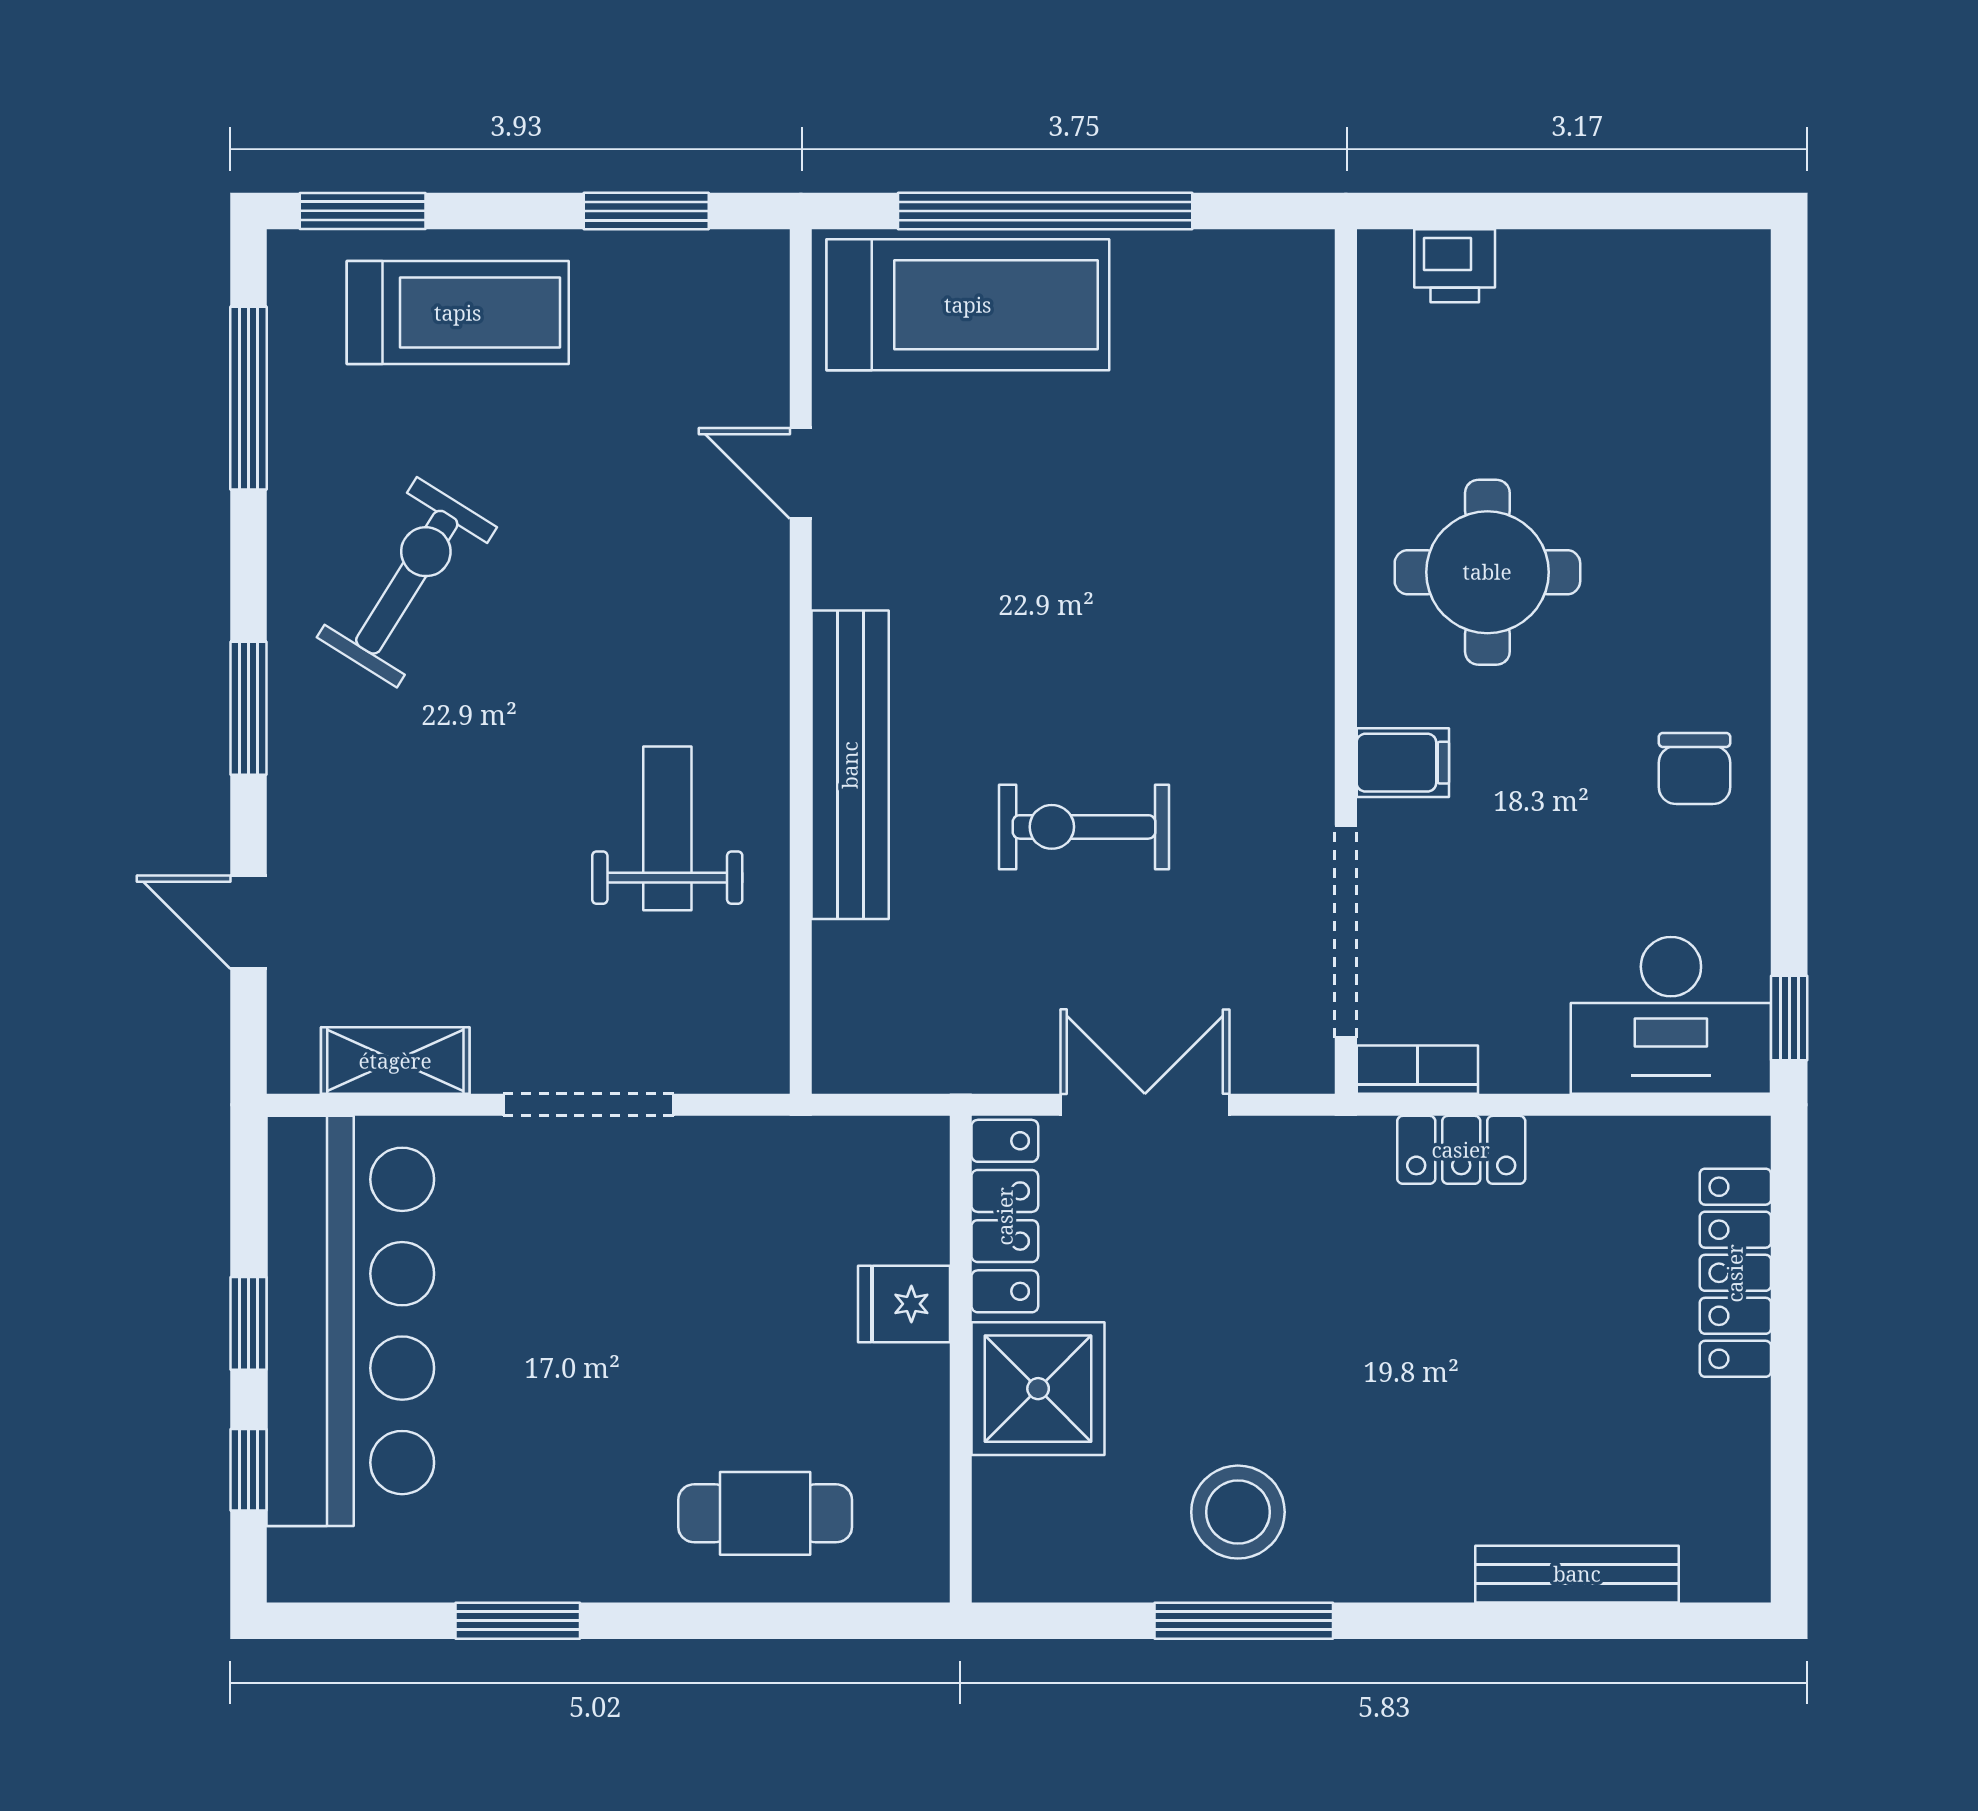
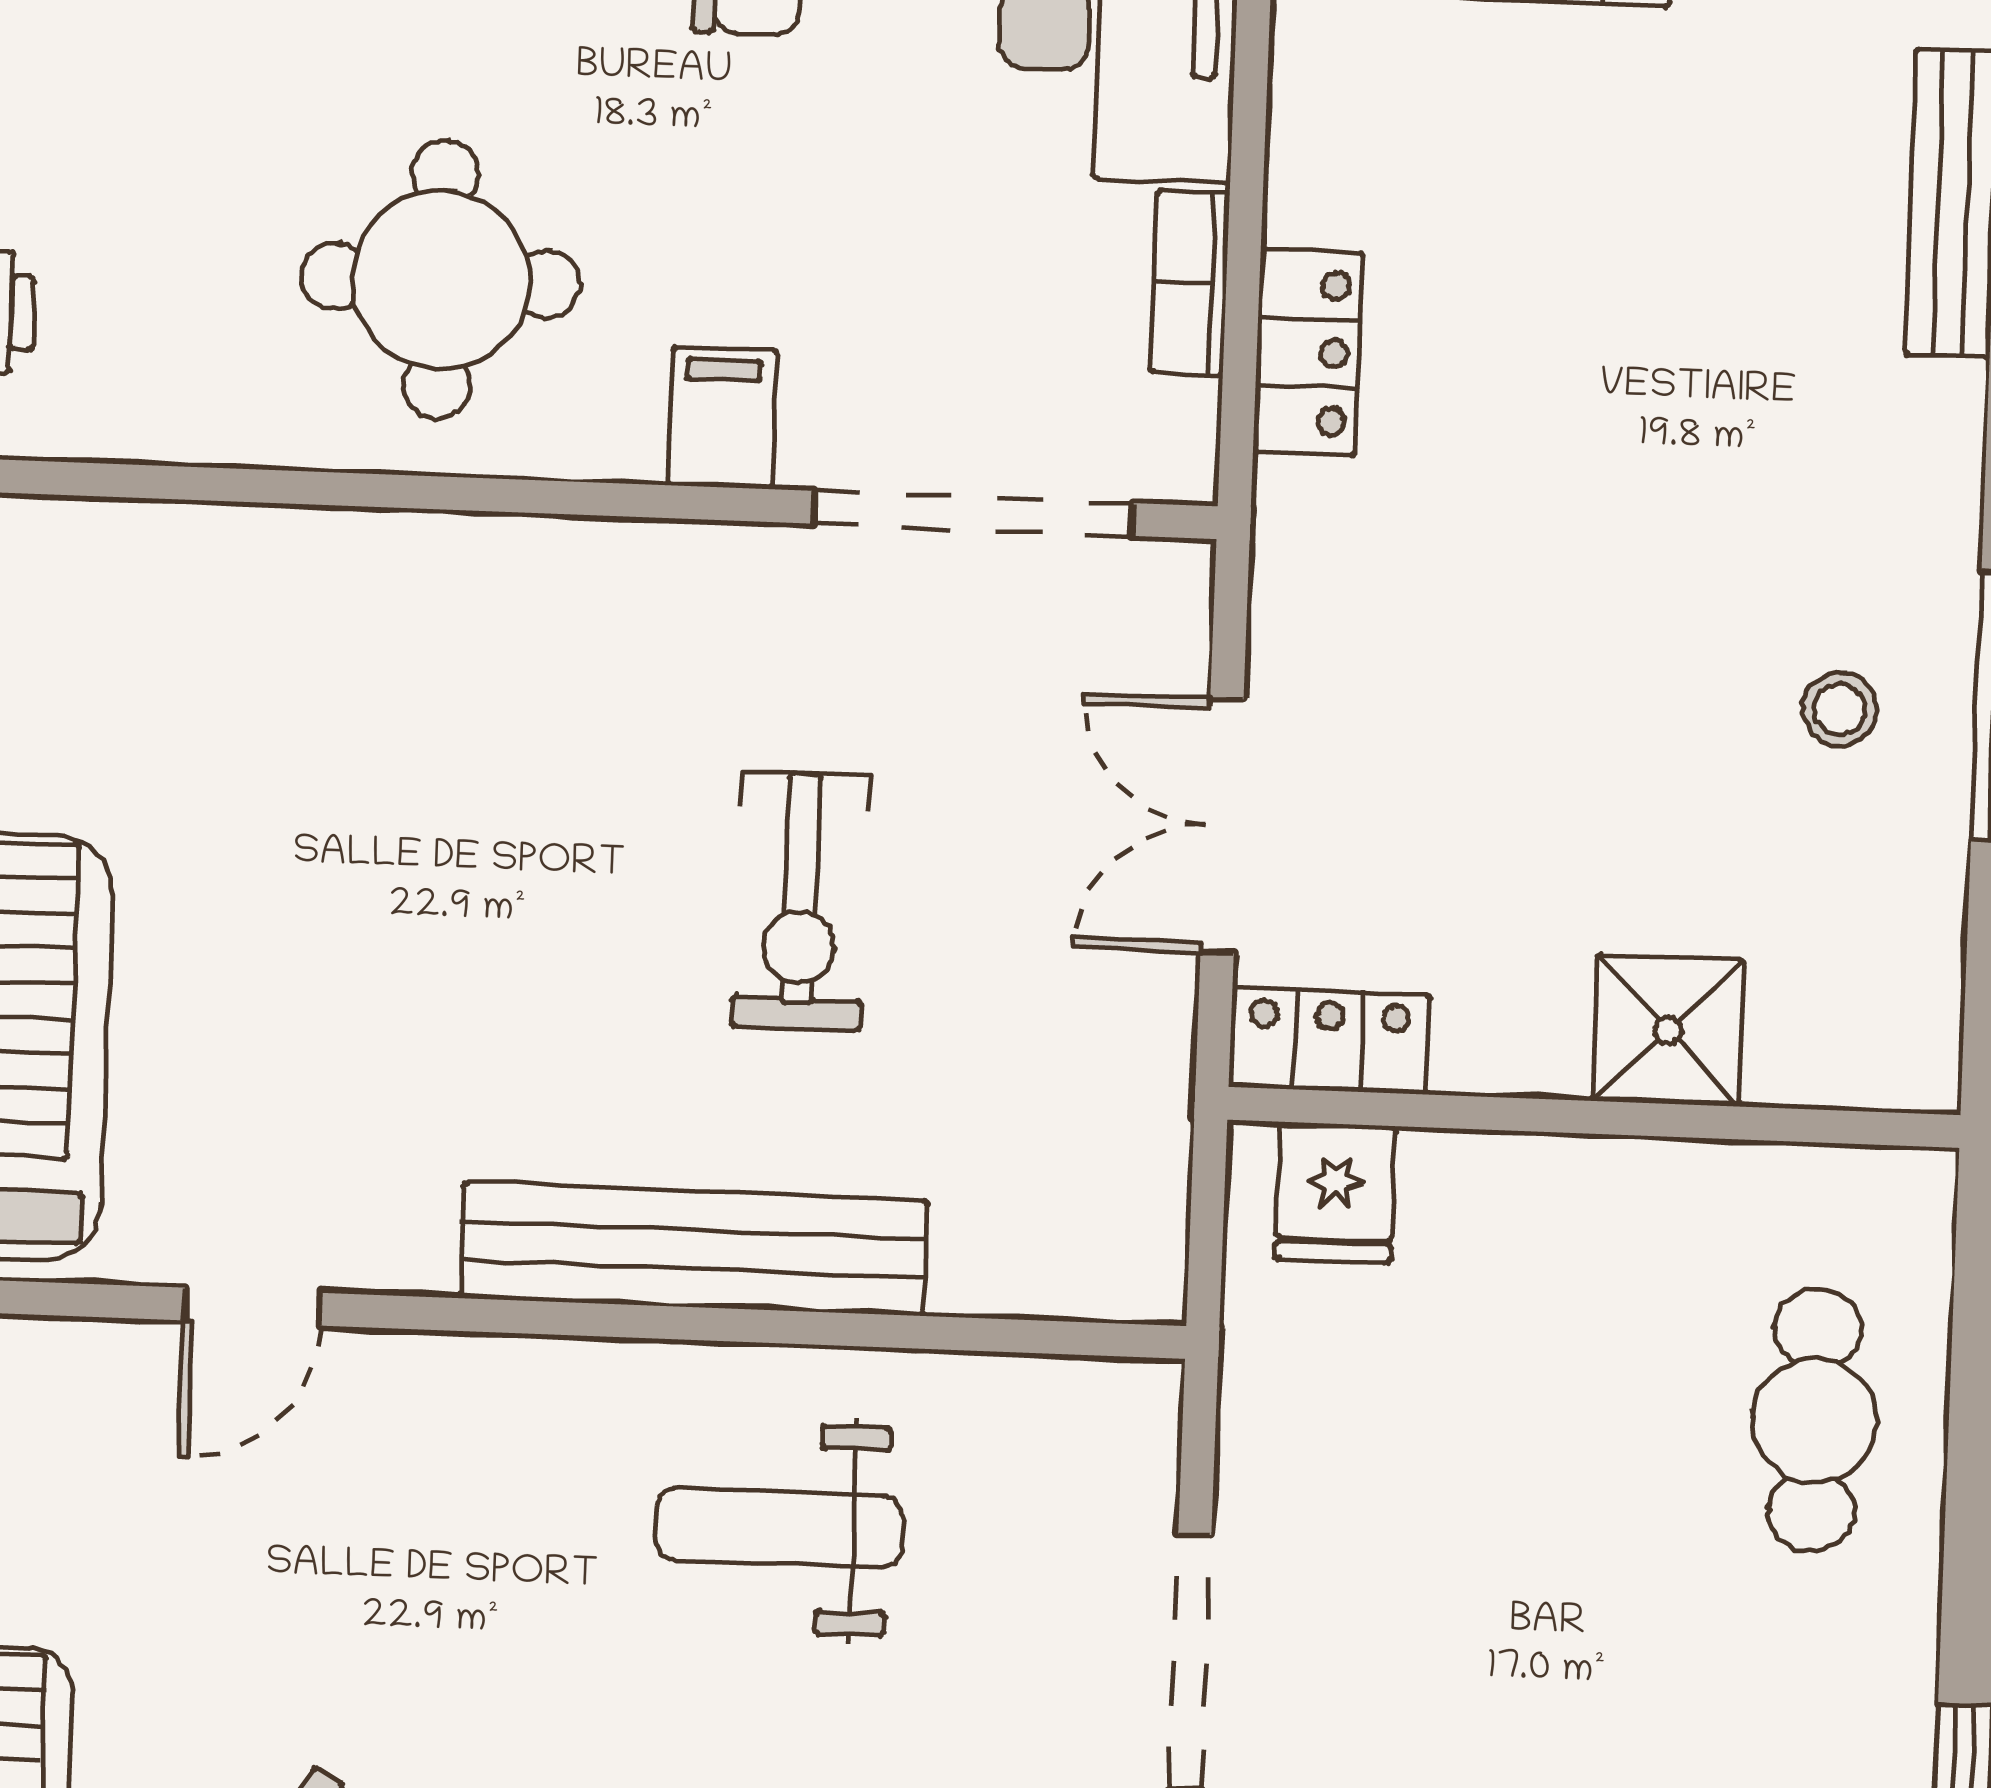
bookcase: (1417, 1070) -> (1190, 283), moved
locker: (1005, 1216) -> (1329, 1041), width x0.66
fridge: (904, 1304) -> (1336, 1193), moved
shower: (1038, 1389) -> (1668, 1030), width x0.73, depth x0.73
stool: (1238, 1512) -> (1840, 709), width x0.53, depth x0.53

